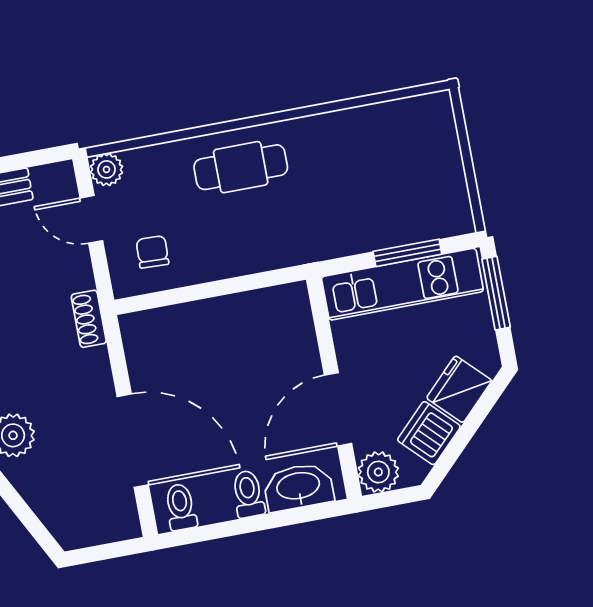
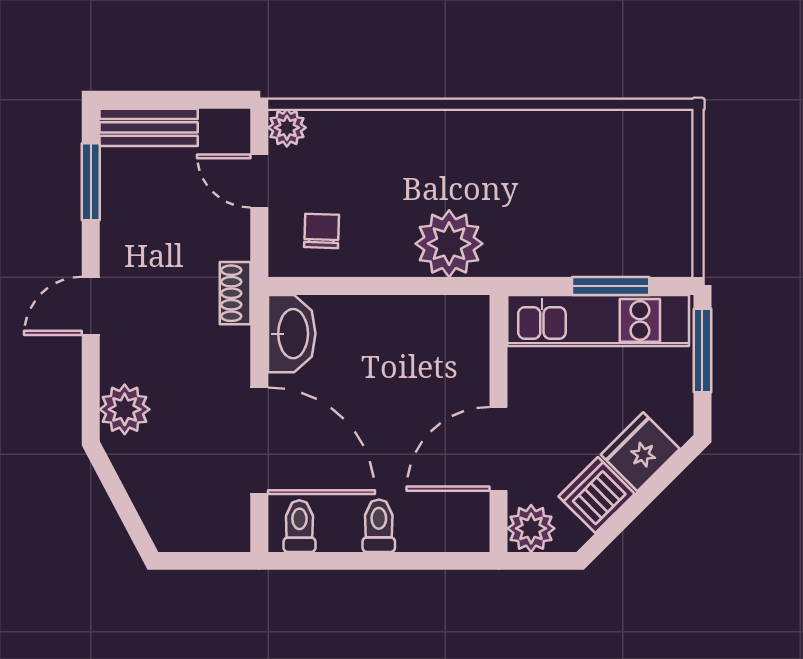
cafe table: (241, 167) -> (440, 154), removed
plant: (263, 242) -> (449, 244), added
washbasin: (298, 487) -> (292, 334), moved, turned 90

